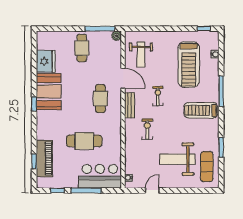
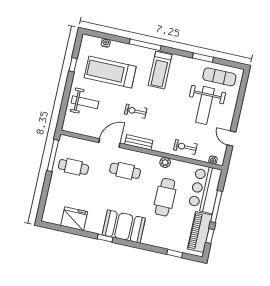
window: (204, 29) -> (73, 65), moved
plant: (116, 36) -> (165, 162), moved
cafe table: (82, 48) -> (73, 167), moved
weight bench: (141, 55) -> (85, 102), moved
treadmill: (189, 65) -> (110, 72), turned 180
booth: (49, 92) -> (124, 226), moved
window: (34, 104) -> (105, 238), moved
exercise bike: (147, 129) -> (185, 147), moved
piano: (44, 159) -> (200, 232), moved, turned -90

